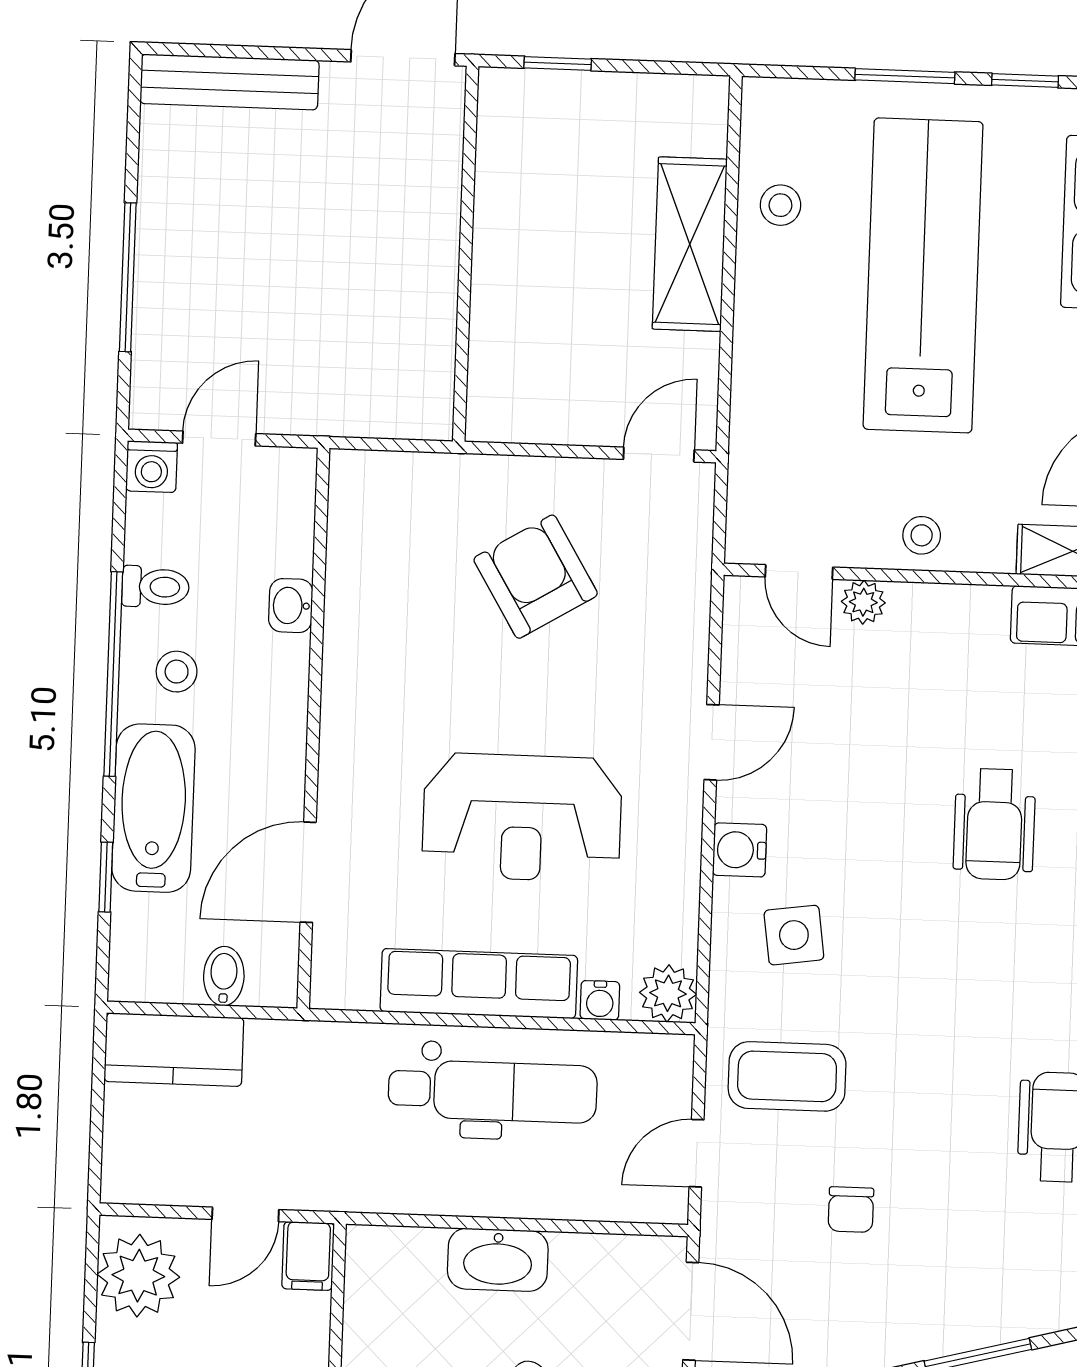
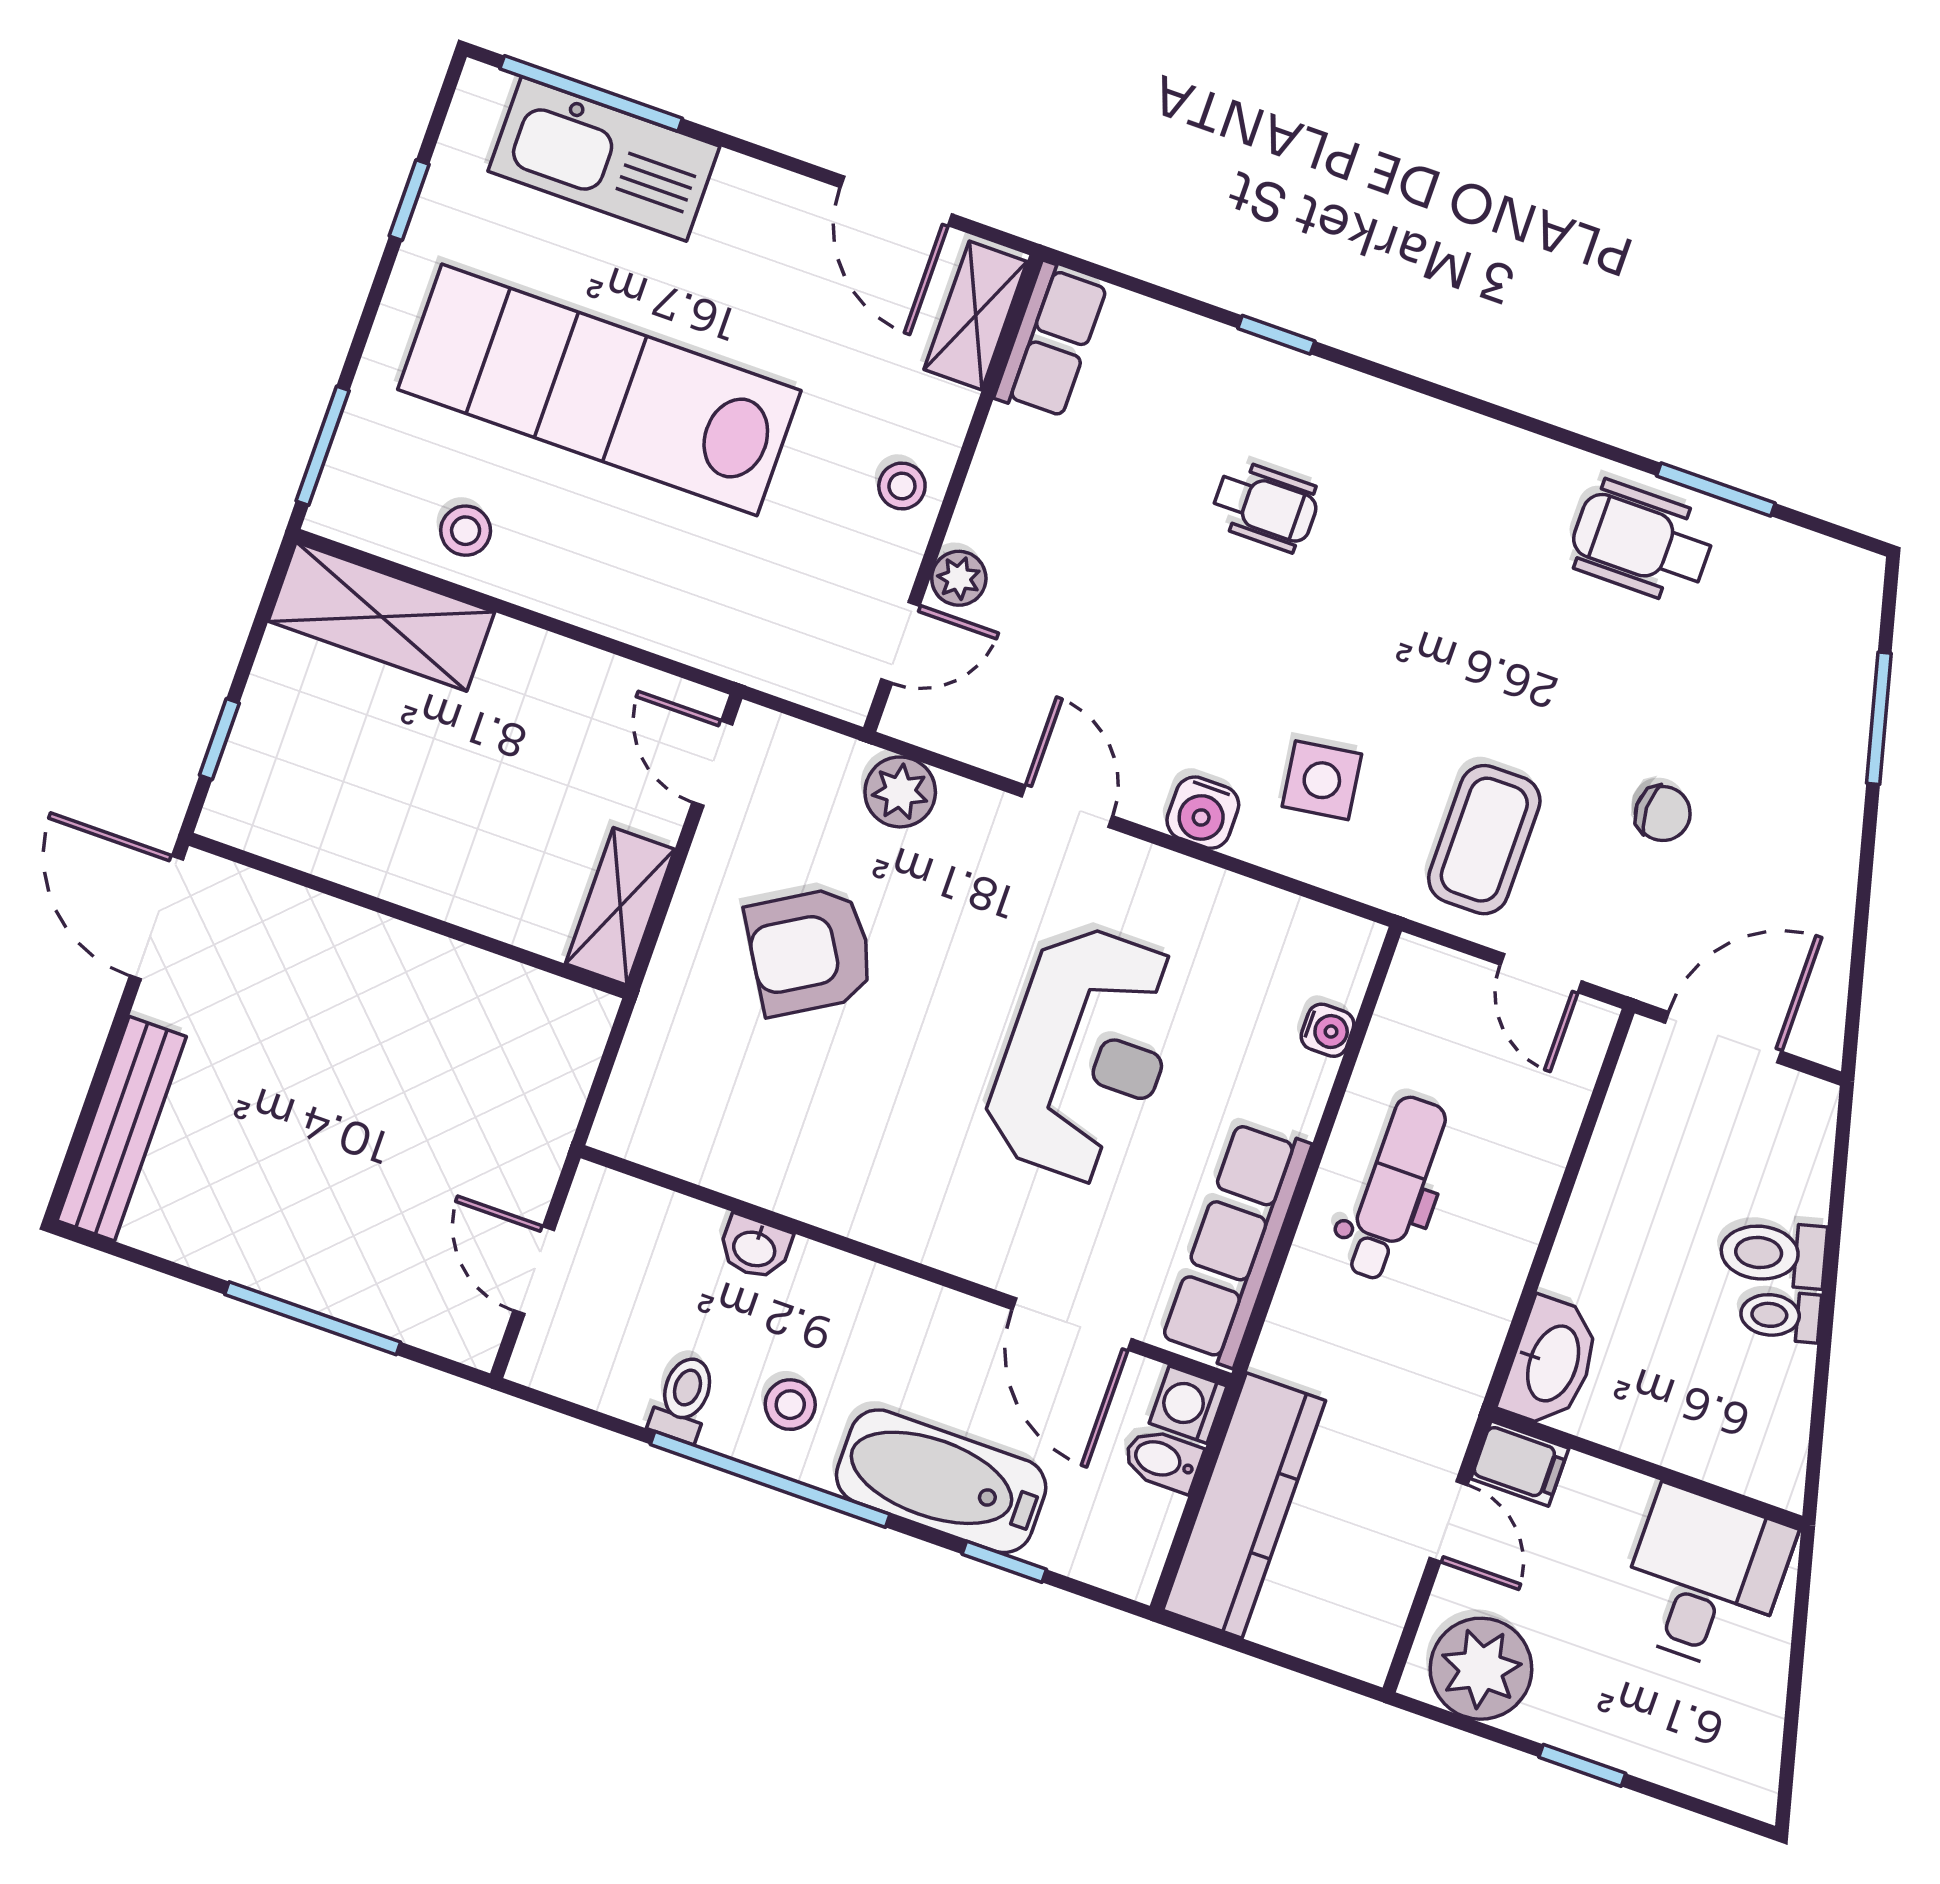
window: (905, 76) -> (323, 446), moved
shelving: (690, 244) -> (381, 617), moved
shelving: (524, 417) -> (620, 906), added
washing machine: (152, 467) -> (1188, 1405), moved, turned 180
wheelchair: (994, 824) -> (1265, 506), width x0.73, depth x0.73
row of seats: (479, 984) -> (1236, 1244), moved
plant: (668, 993) -> (900, 792), moved
kitchen counter: (174, 1050) -> (1244, 1505), width x1.50
dental chair: (493, 1091) -> (1395, 1188), width x0.73, depth x0.72
washbasin: (498, 1260) -> (1551, 1363), moved

